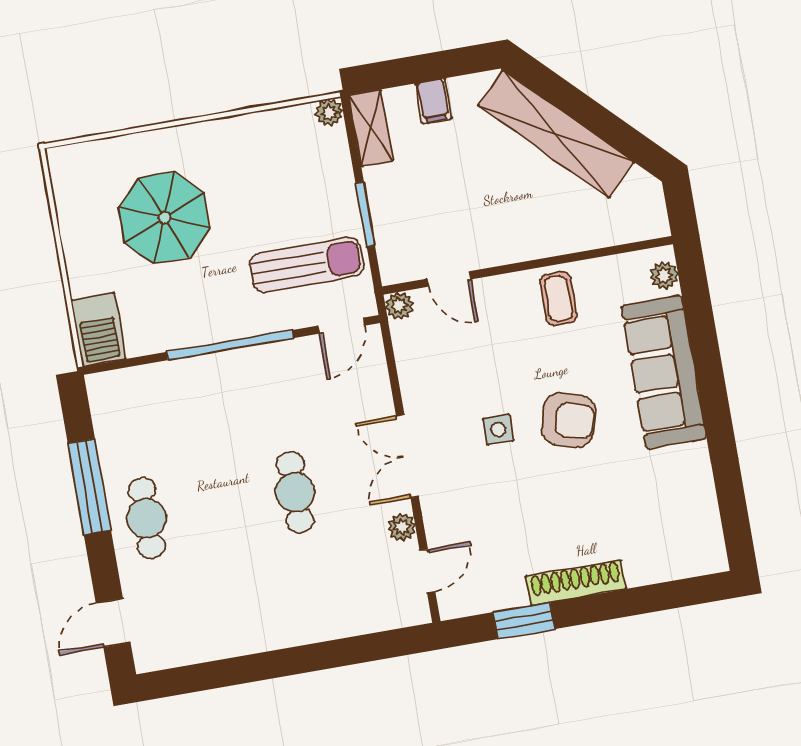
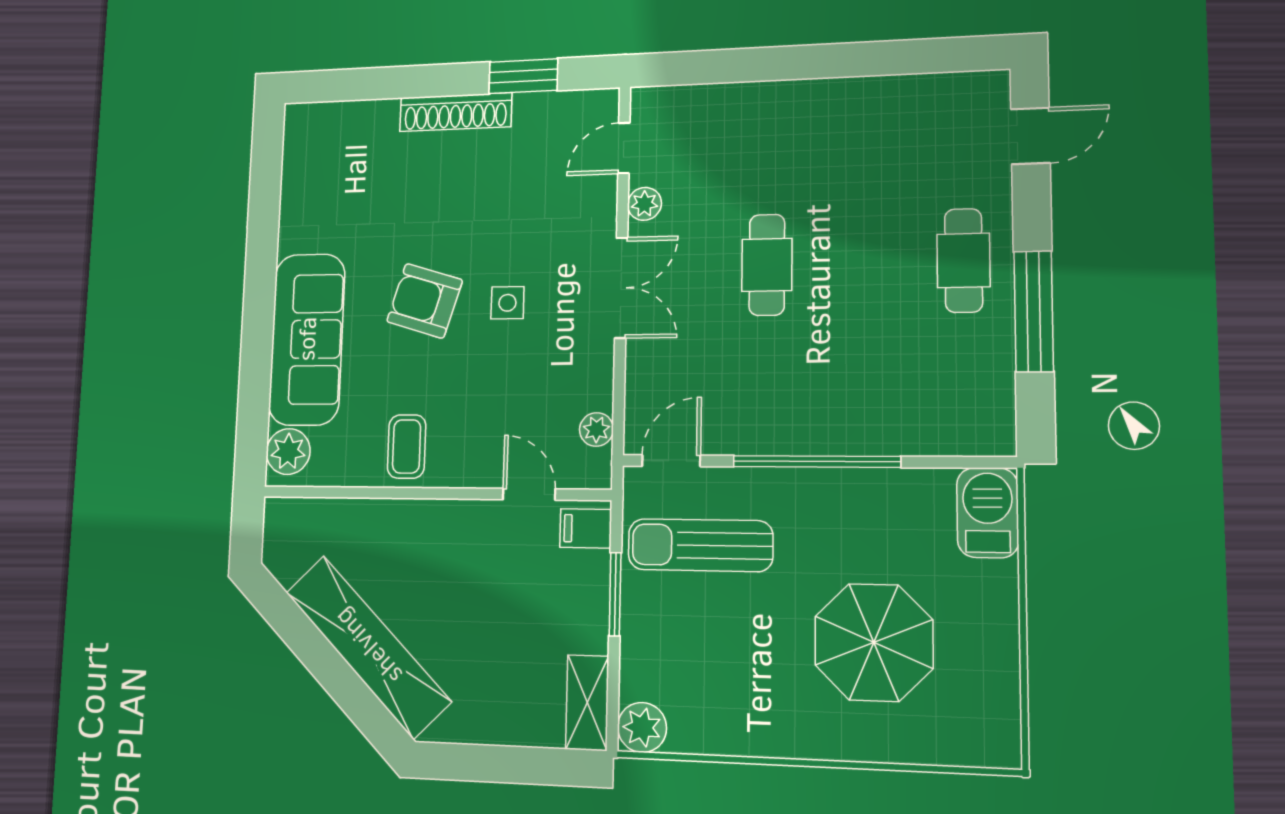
filing cabinet: (433, 101) -> (586, 528), moved, turned -90
plant: (329, 113) -> (642, 727), width x1.38, depth x1.38
plant: (664, 276) -> (288, 452), width x1.38, depth x1.38
plant: (399, 306) -> (596, 429), moved

